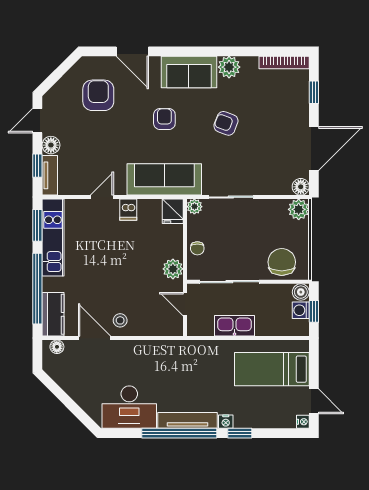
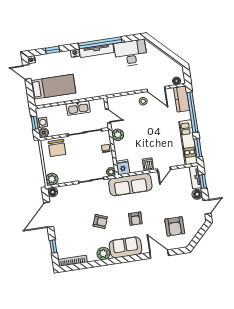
window: (240, 433) -> (53, 50), moved

